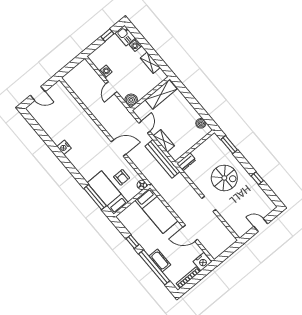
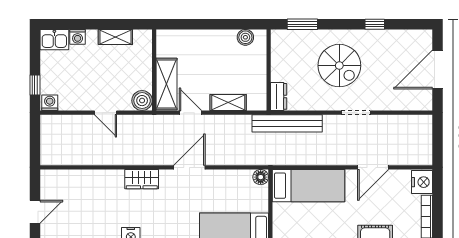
window: (107, 35) -> (35, 85), moved
washing machine: (105, 71) -> (50, 103), moved
shelving: (161, 94) -> (167, 84), moved
wardrobe: (95, 130) -> (142, 179), added
bench: (162, 159) -> (287, 123), moved
armchair: (122, 177) -> (230, 195), removed
spiral stairs: (224, 178) -> (339, 66), turned 90
door: (261, 225) -> (437, 69), width x1.87

